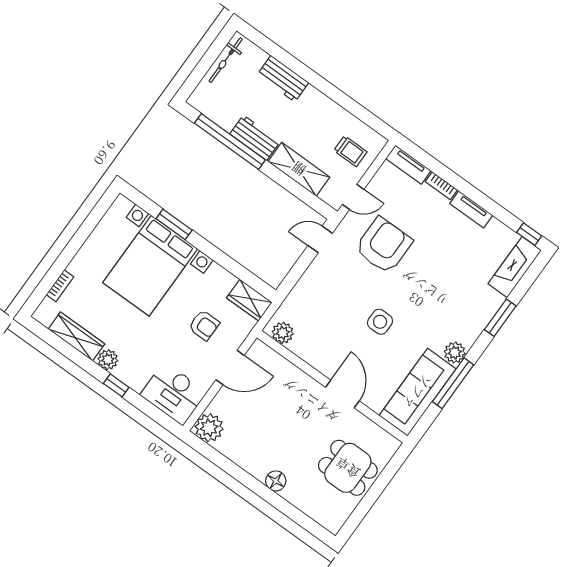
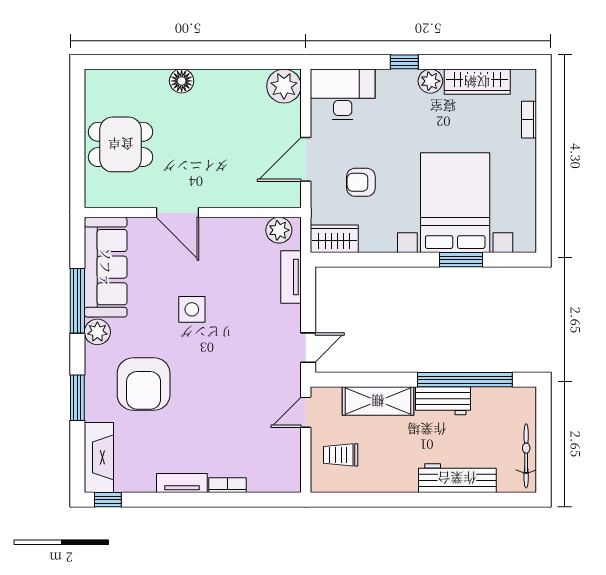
workbench: (283, 79) -> (457, 478), width x1.38
tv unit: (408, 165) -> (291, 277), moved, turned -90
armchair: (384, 245) -> (144, 384), moved

